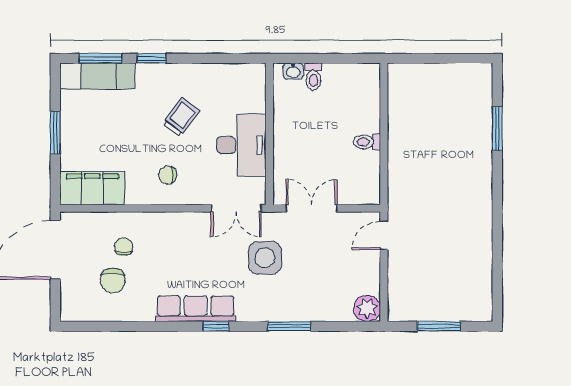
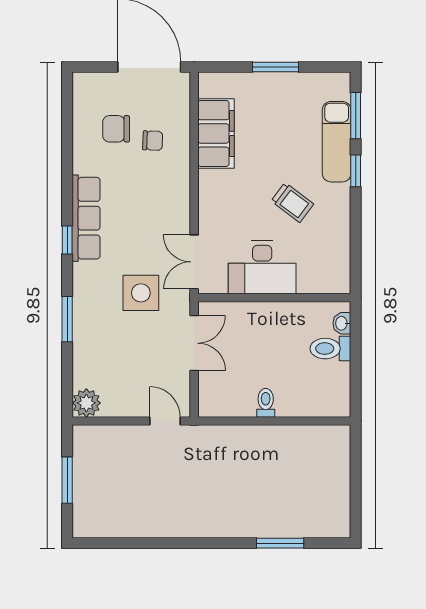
exam couch: (97, 76) -> (337, 142), moved
toilet: (314, 77) -> (330, 349), width x1.37, depth x1.39
chair: (168, 175) -> (230, 188), removed
filing cabinet: (92, 188) -> (216, 133), moved

